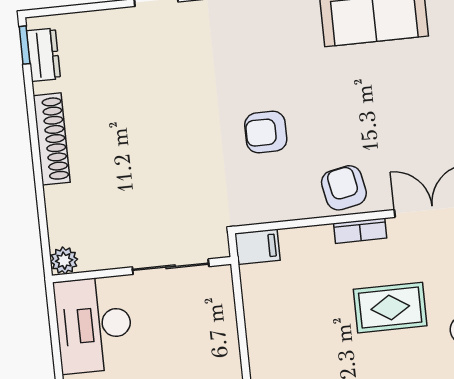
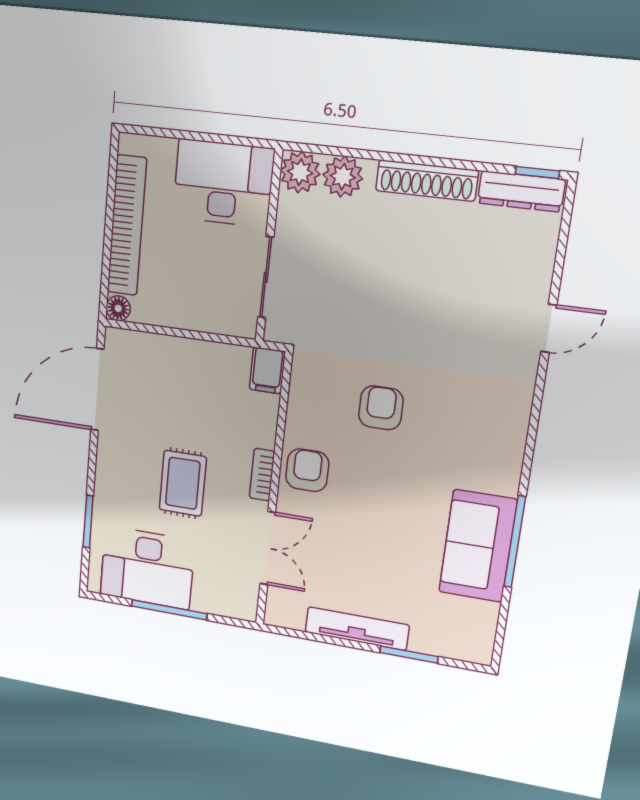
dresser: (43, 55) -> (521, 191), width x1.44
armchair: (344, 188) -> (307, 470), turned -79
plant: (64, 215) -> (343, 177), added
plant: (64, 261) -> (300, 172), width x1.38, depth x1.38

